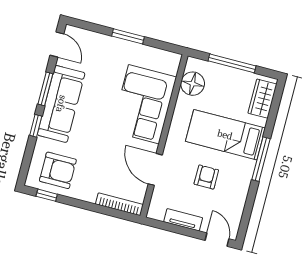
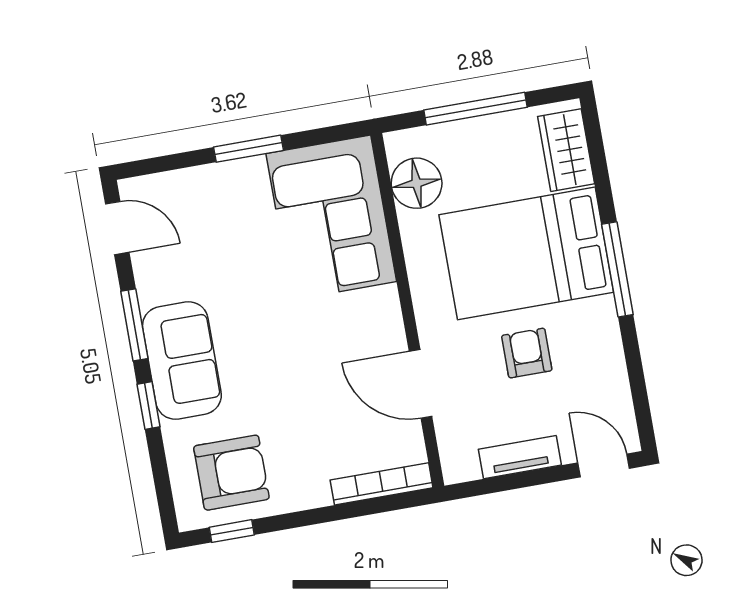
sofa: (61, 104) -> (182, 360), width x0.73
corner sofa: (144, 104) -> (331, 218), moved
bed: (225, 135) -> (526, 253), width x1.50

